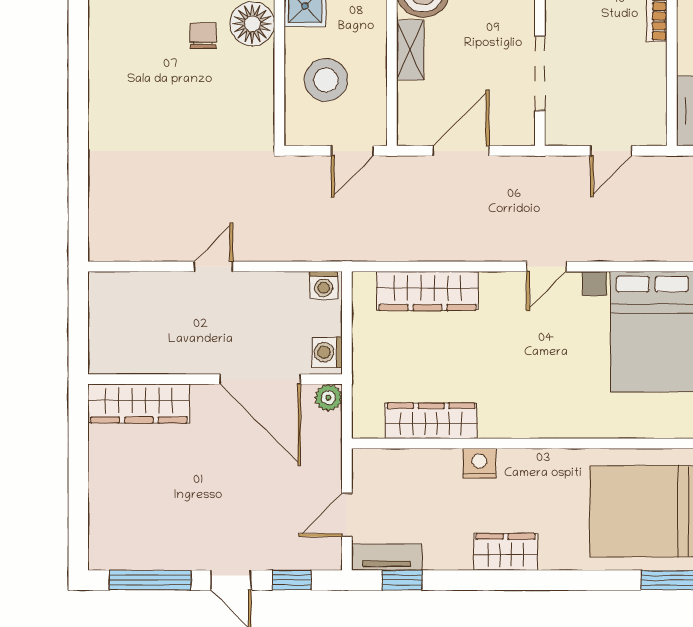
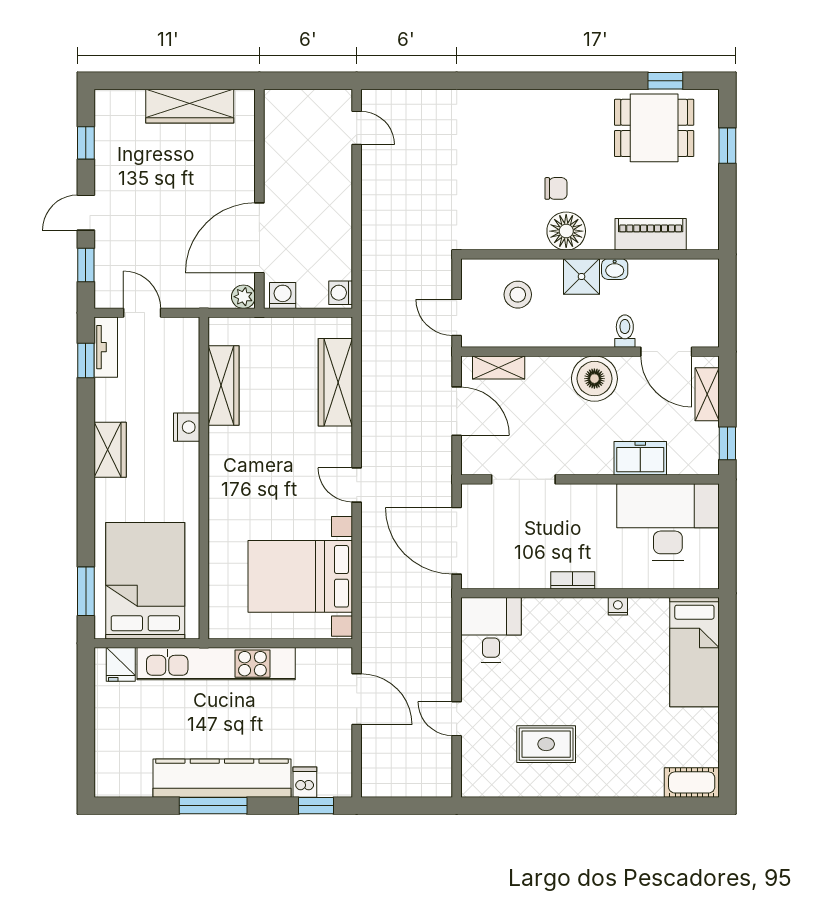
shelving: (410, 50) -> (499, 367), moved
stool: (326, 80) -> (518, 295), width x0.73, depth x0.73
door: (611, 151) -> (457, 541), width x1.87
door: (213, 267) -> (357, 128), moved
wardrobe: (139, 404) -> (190, 106), moved, turned -90
window: (150, 580) -> (86, 143), width x0.46

